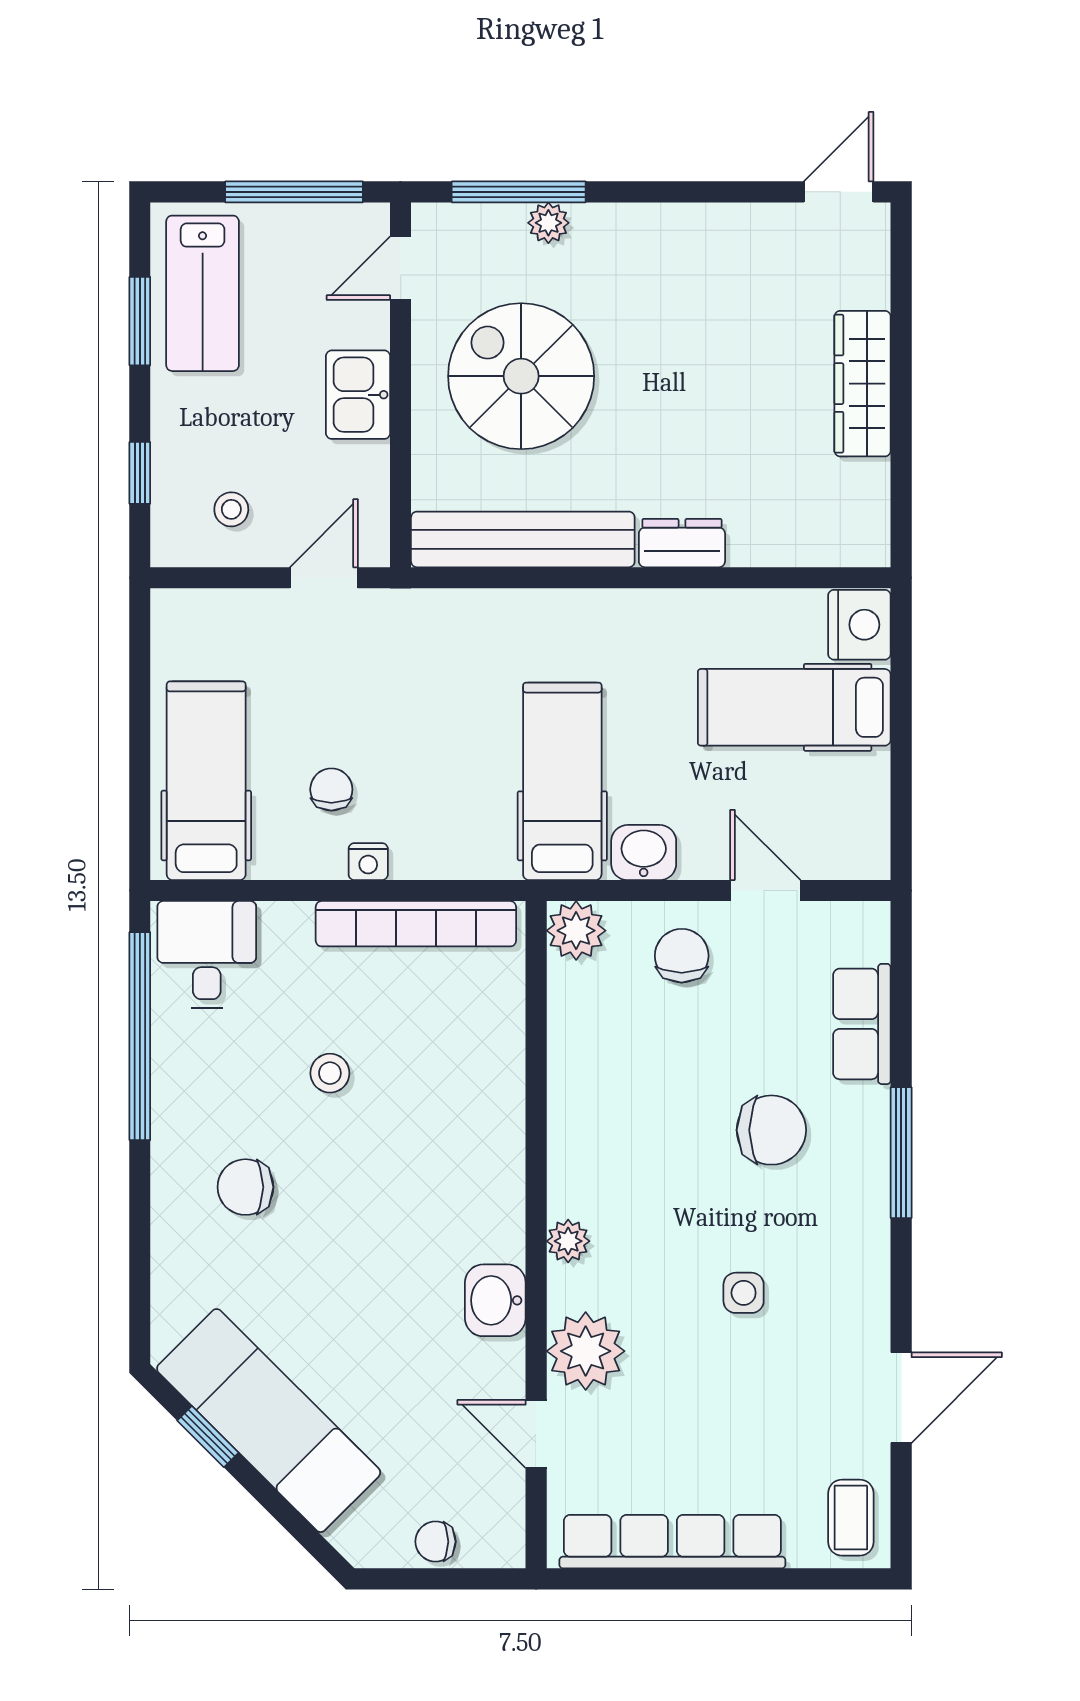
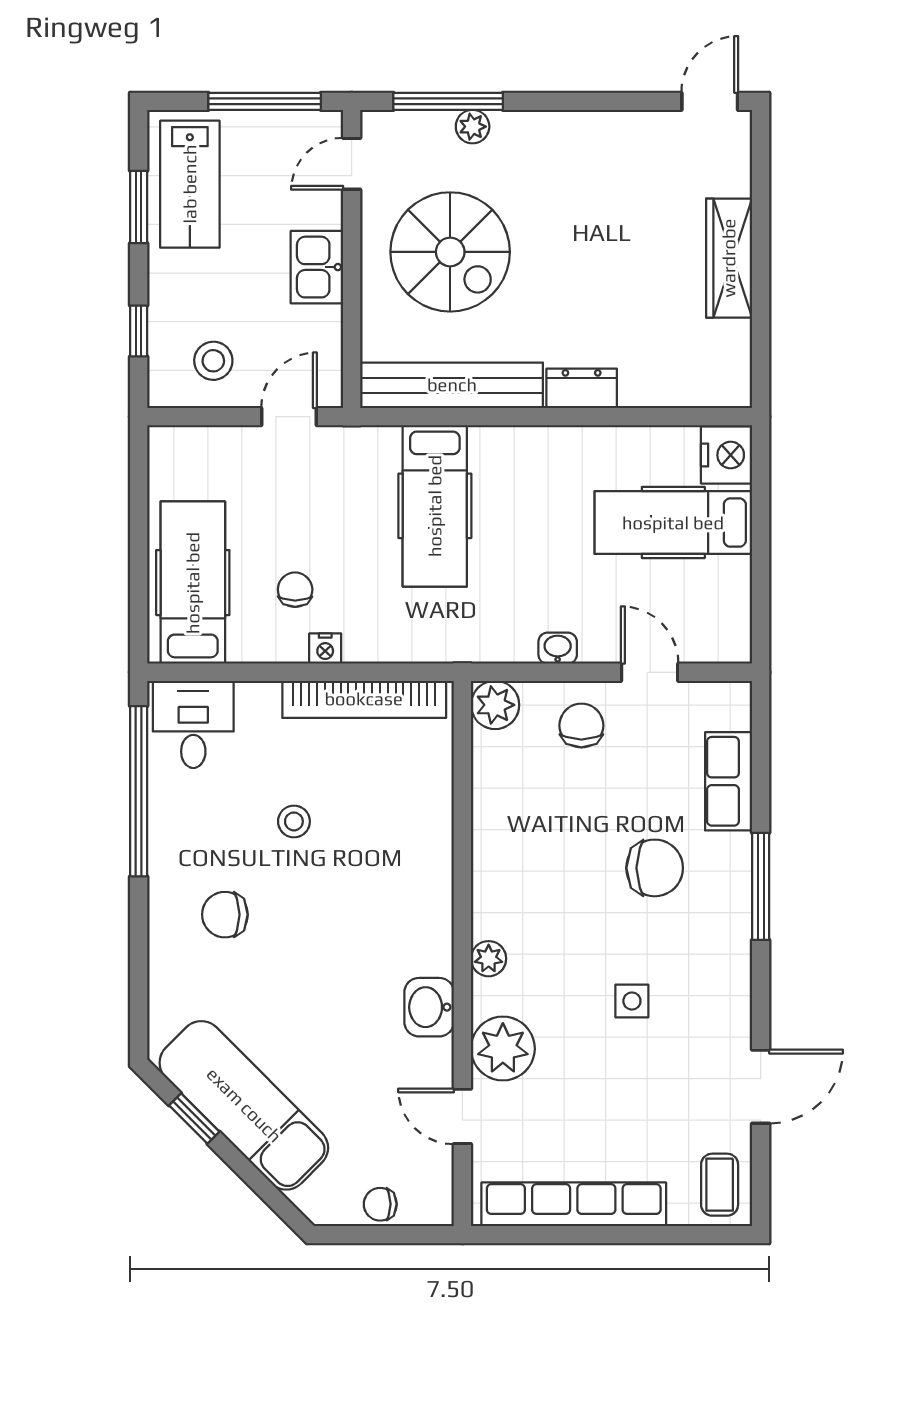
spiral stairs: (521, 376) -> (450, 252), turned 180
stool: (231, 509) -> (213, 361), width x1.37, depth x1.37
hospital bed: (562, 781) -> (435, 506), moved, turned 180
washbasin: (644, 853) -> (558, 648), width x0.72, depth x0.69

